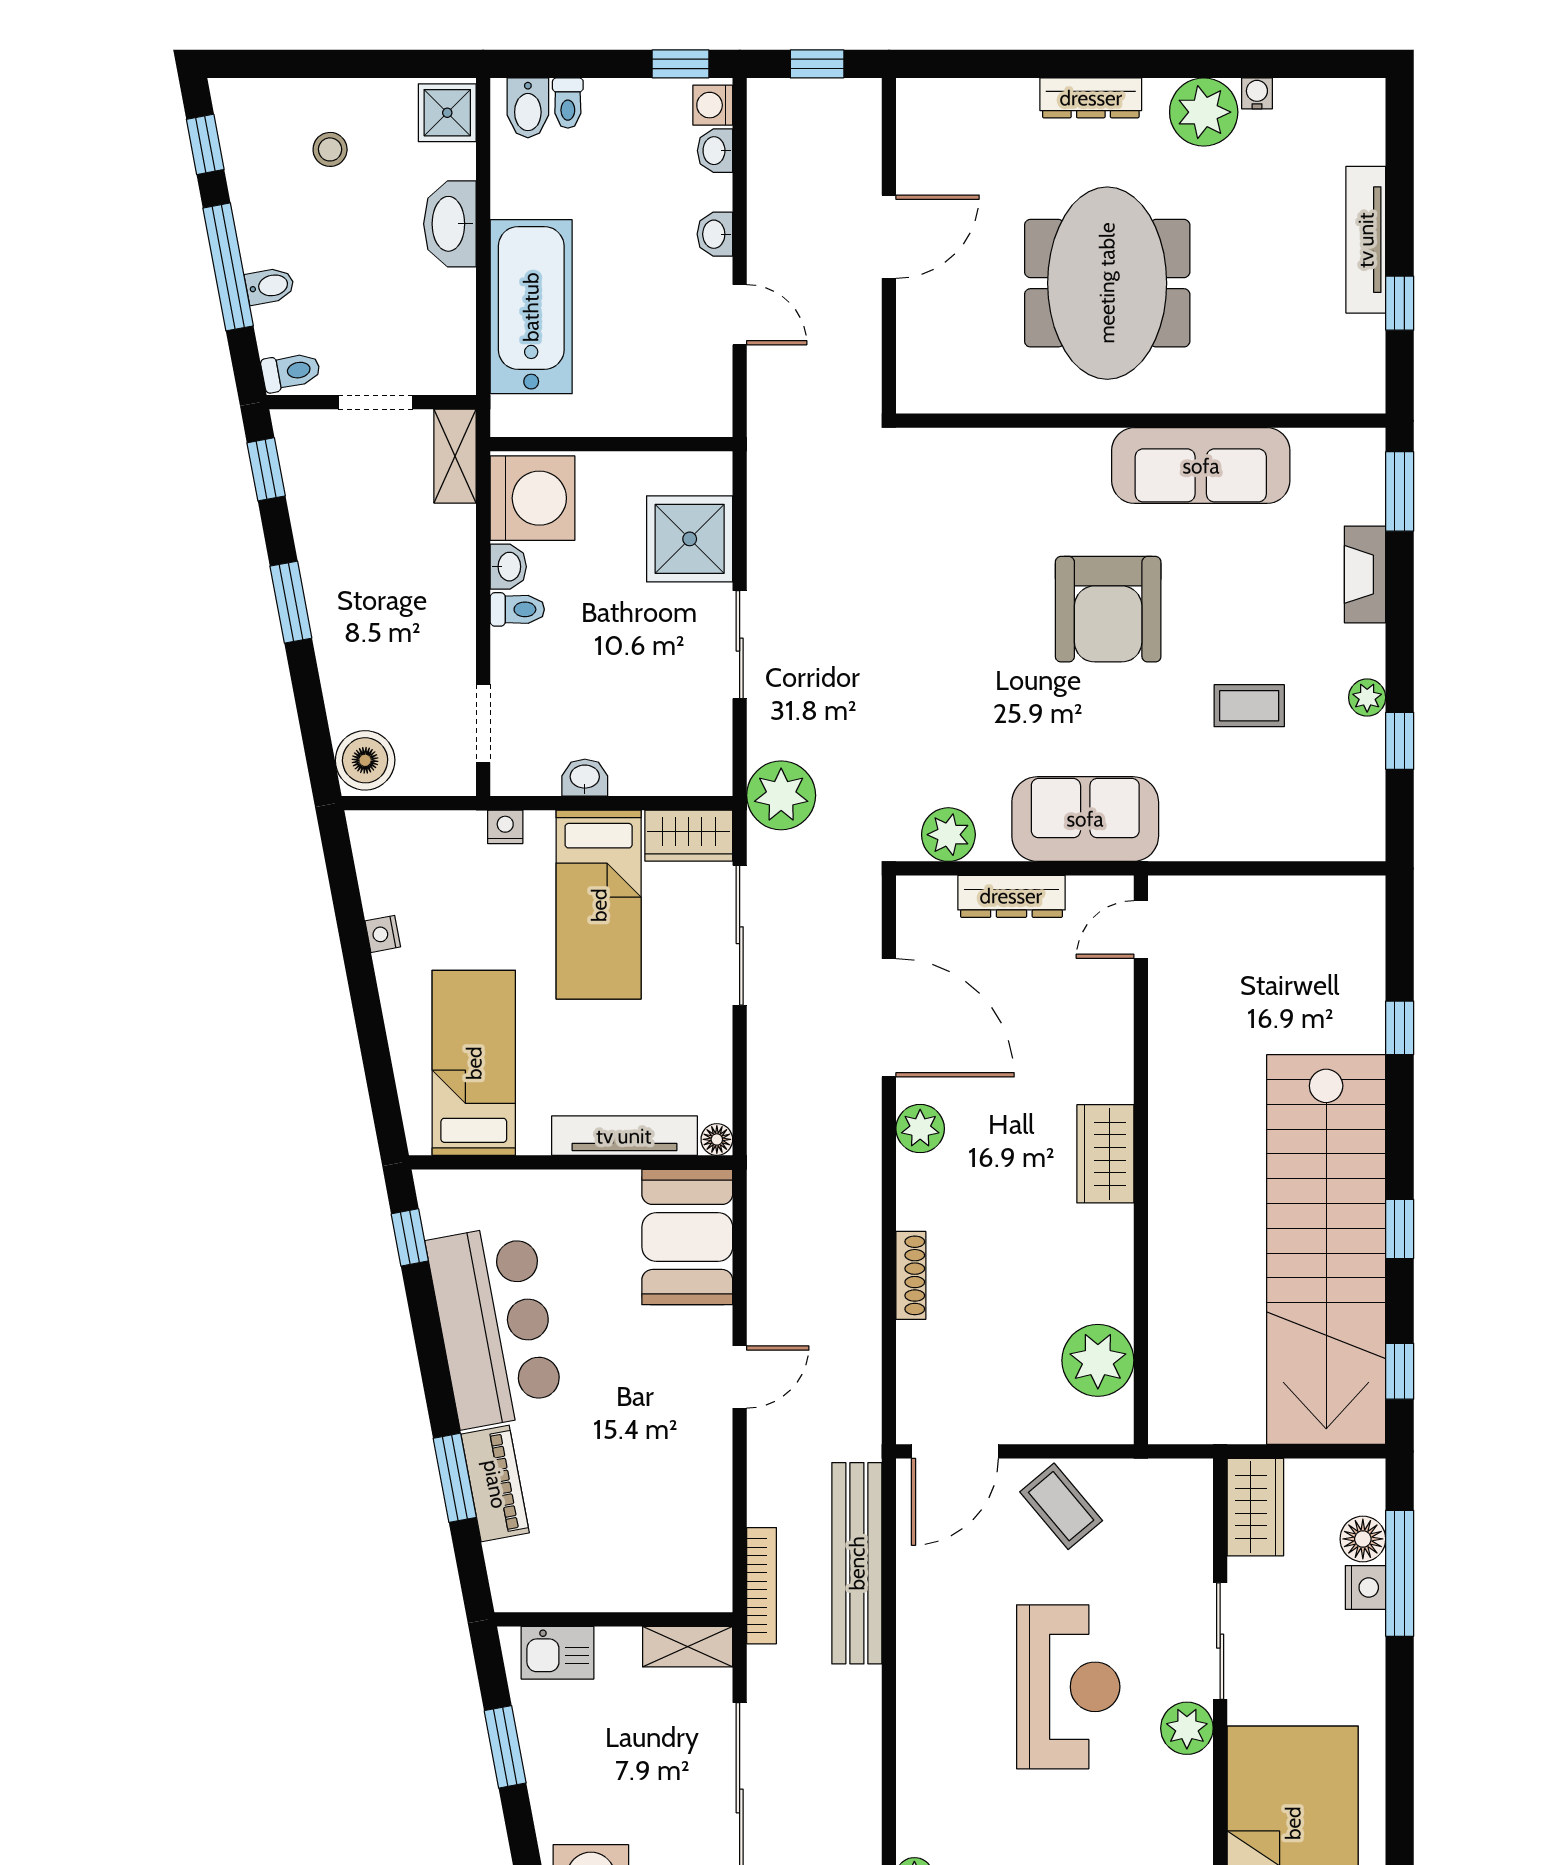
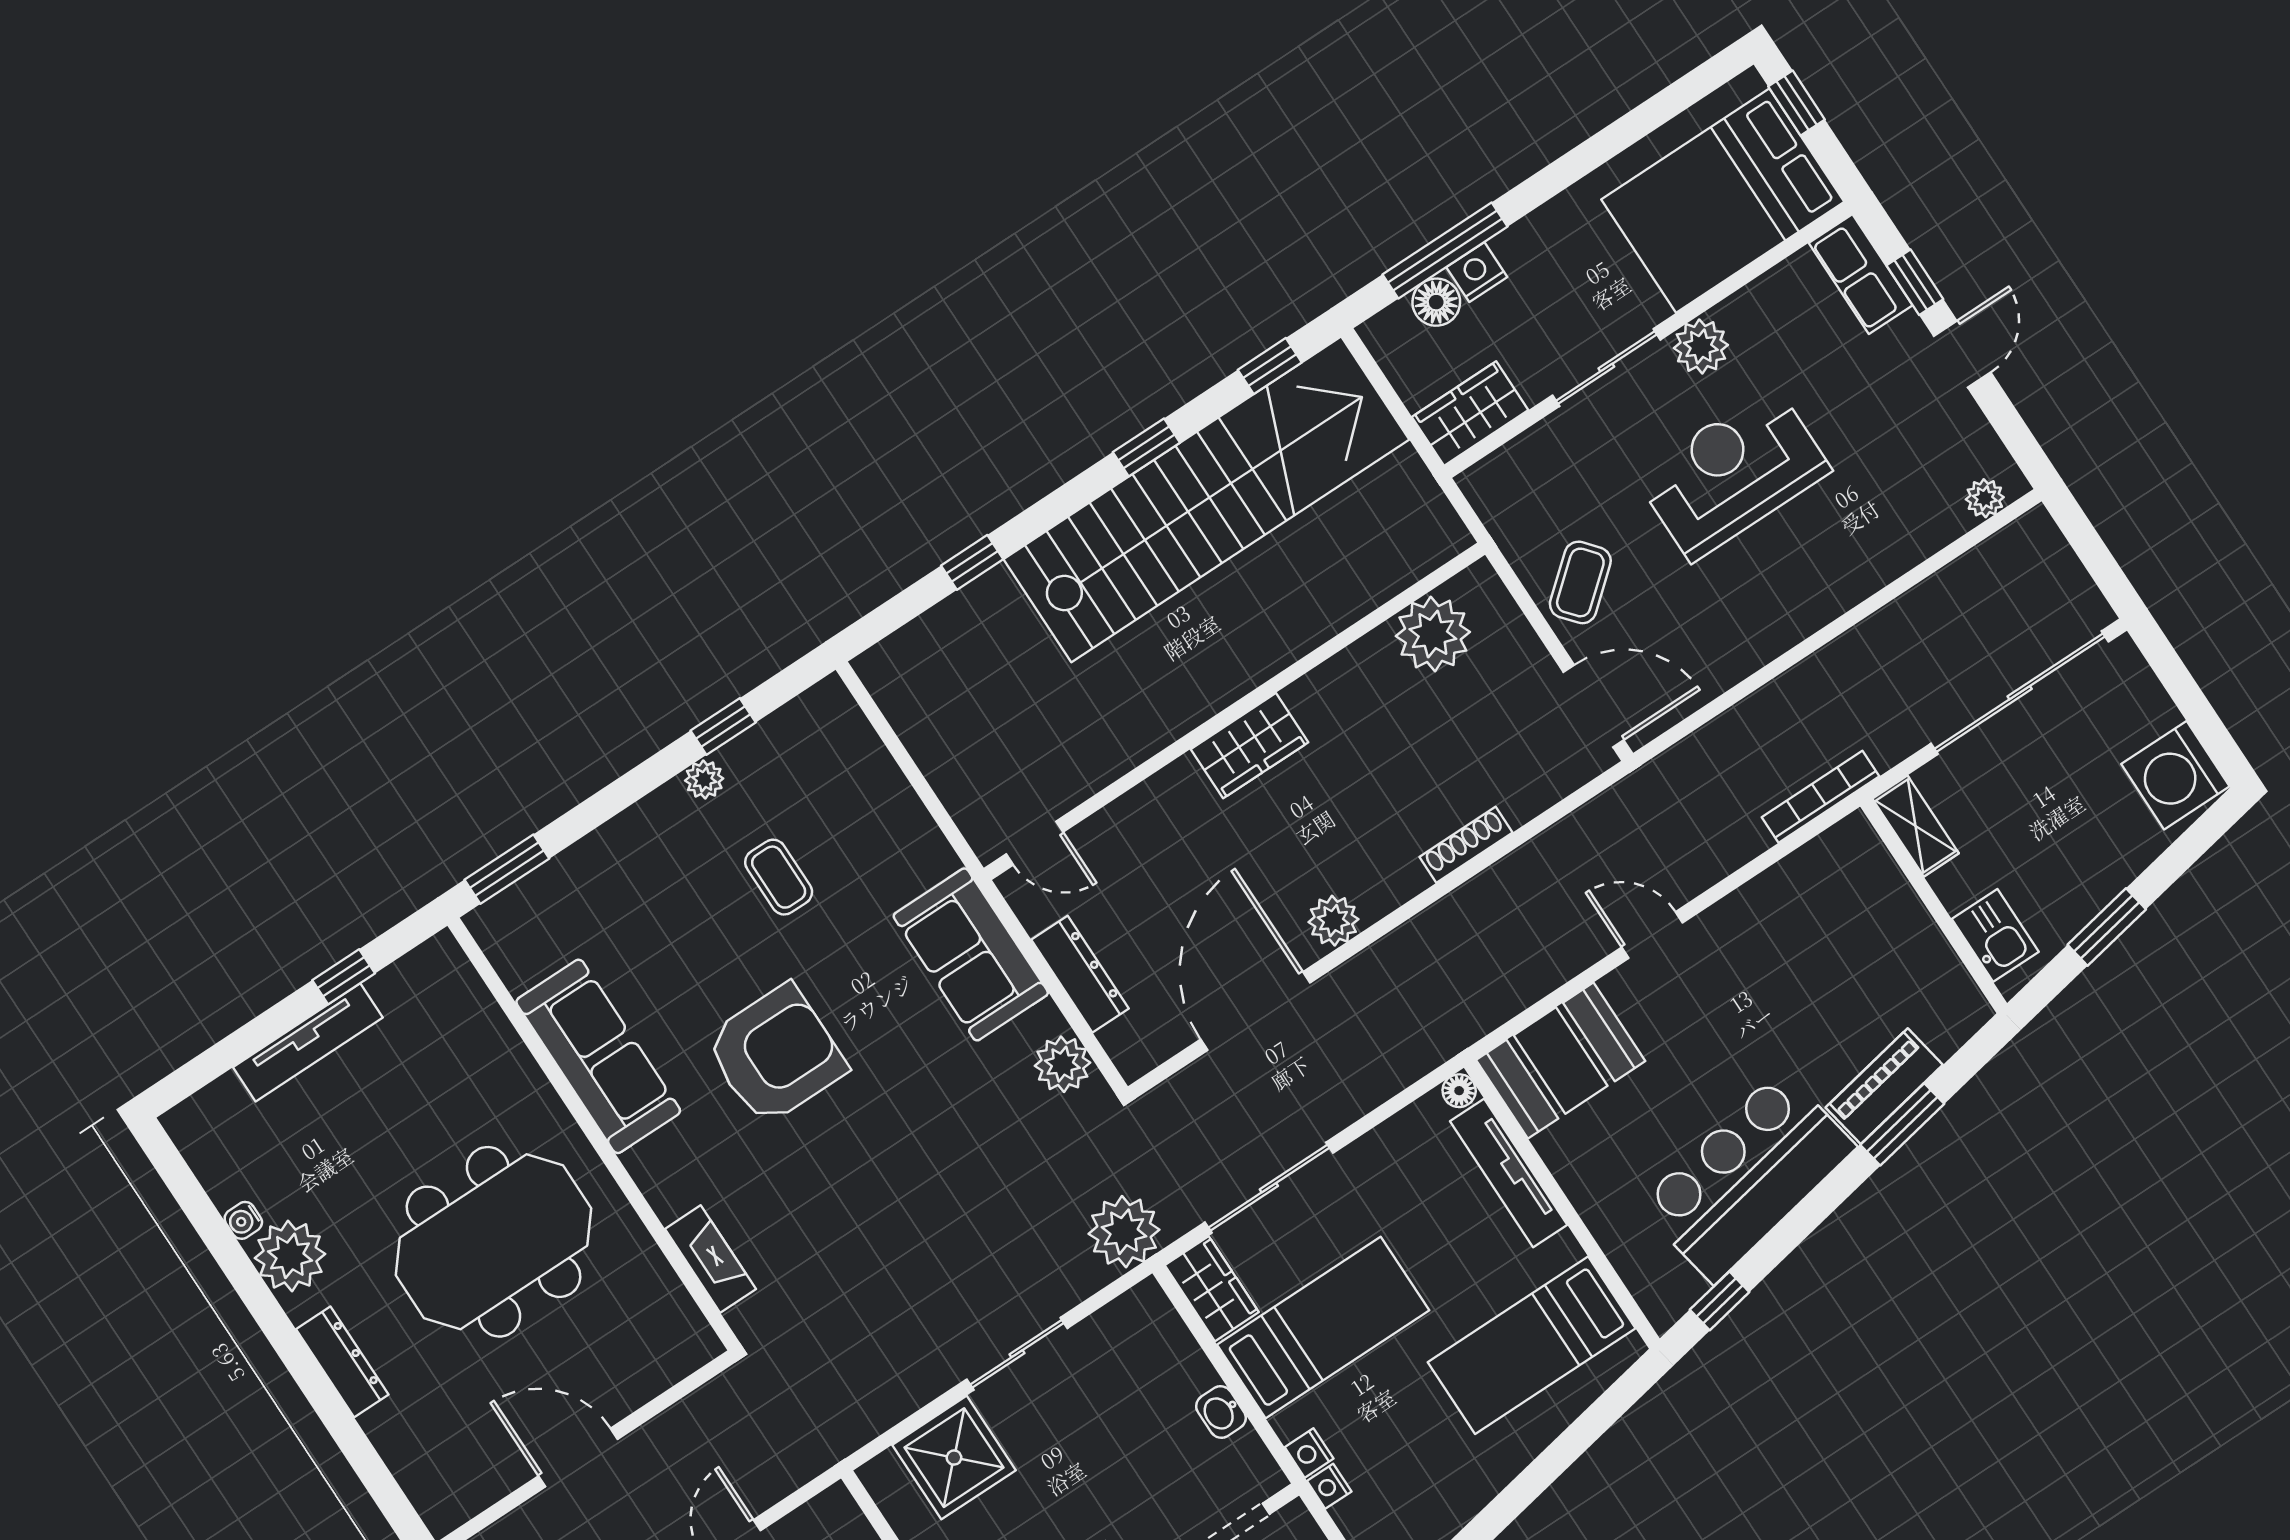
fireplace: (1365, 574) -> (710, 1259), moved, turned -90
nightstand: (383, 934) -> (1329, 1486), moved, turned 101
bench: (857, 1563) -> (1746, 727), removed

